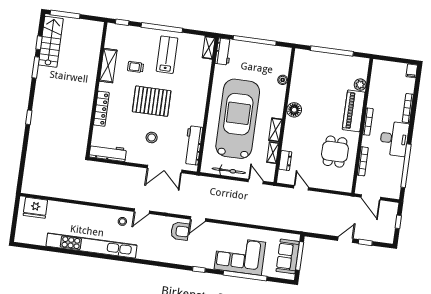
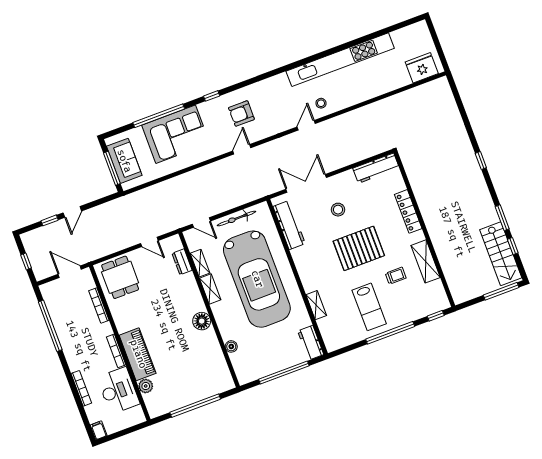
shelving: (209, 48) -> (316, 305), moved
desk: (394, 139) -> (118, 391), moved, turned 180
dining table: (335, 152) -> (120, 277), moved
armchair: (180, 231) -> (241, 113), moved

